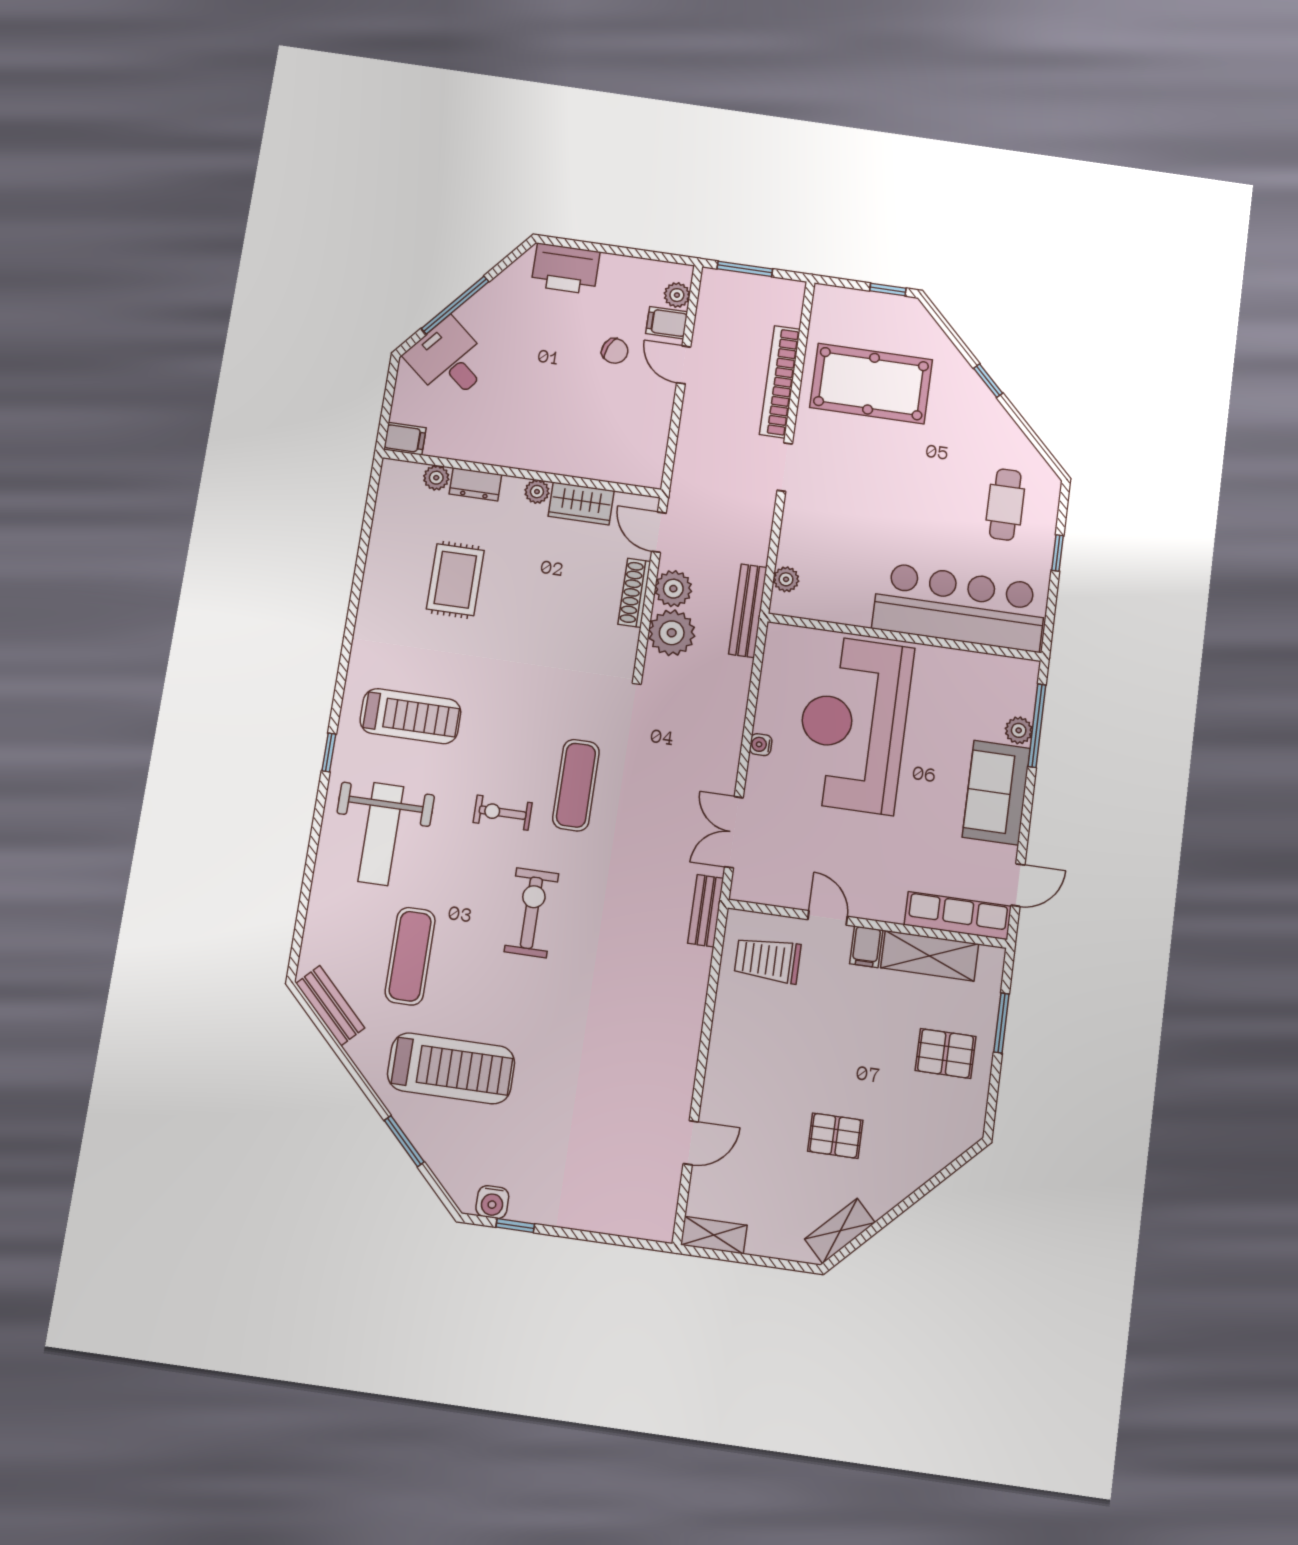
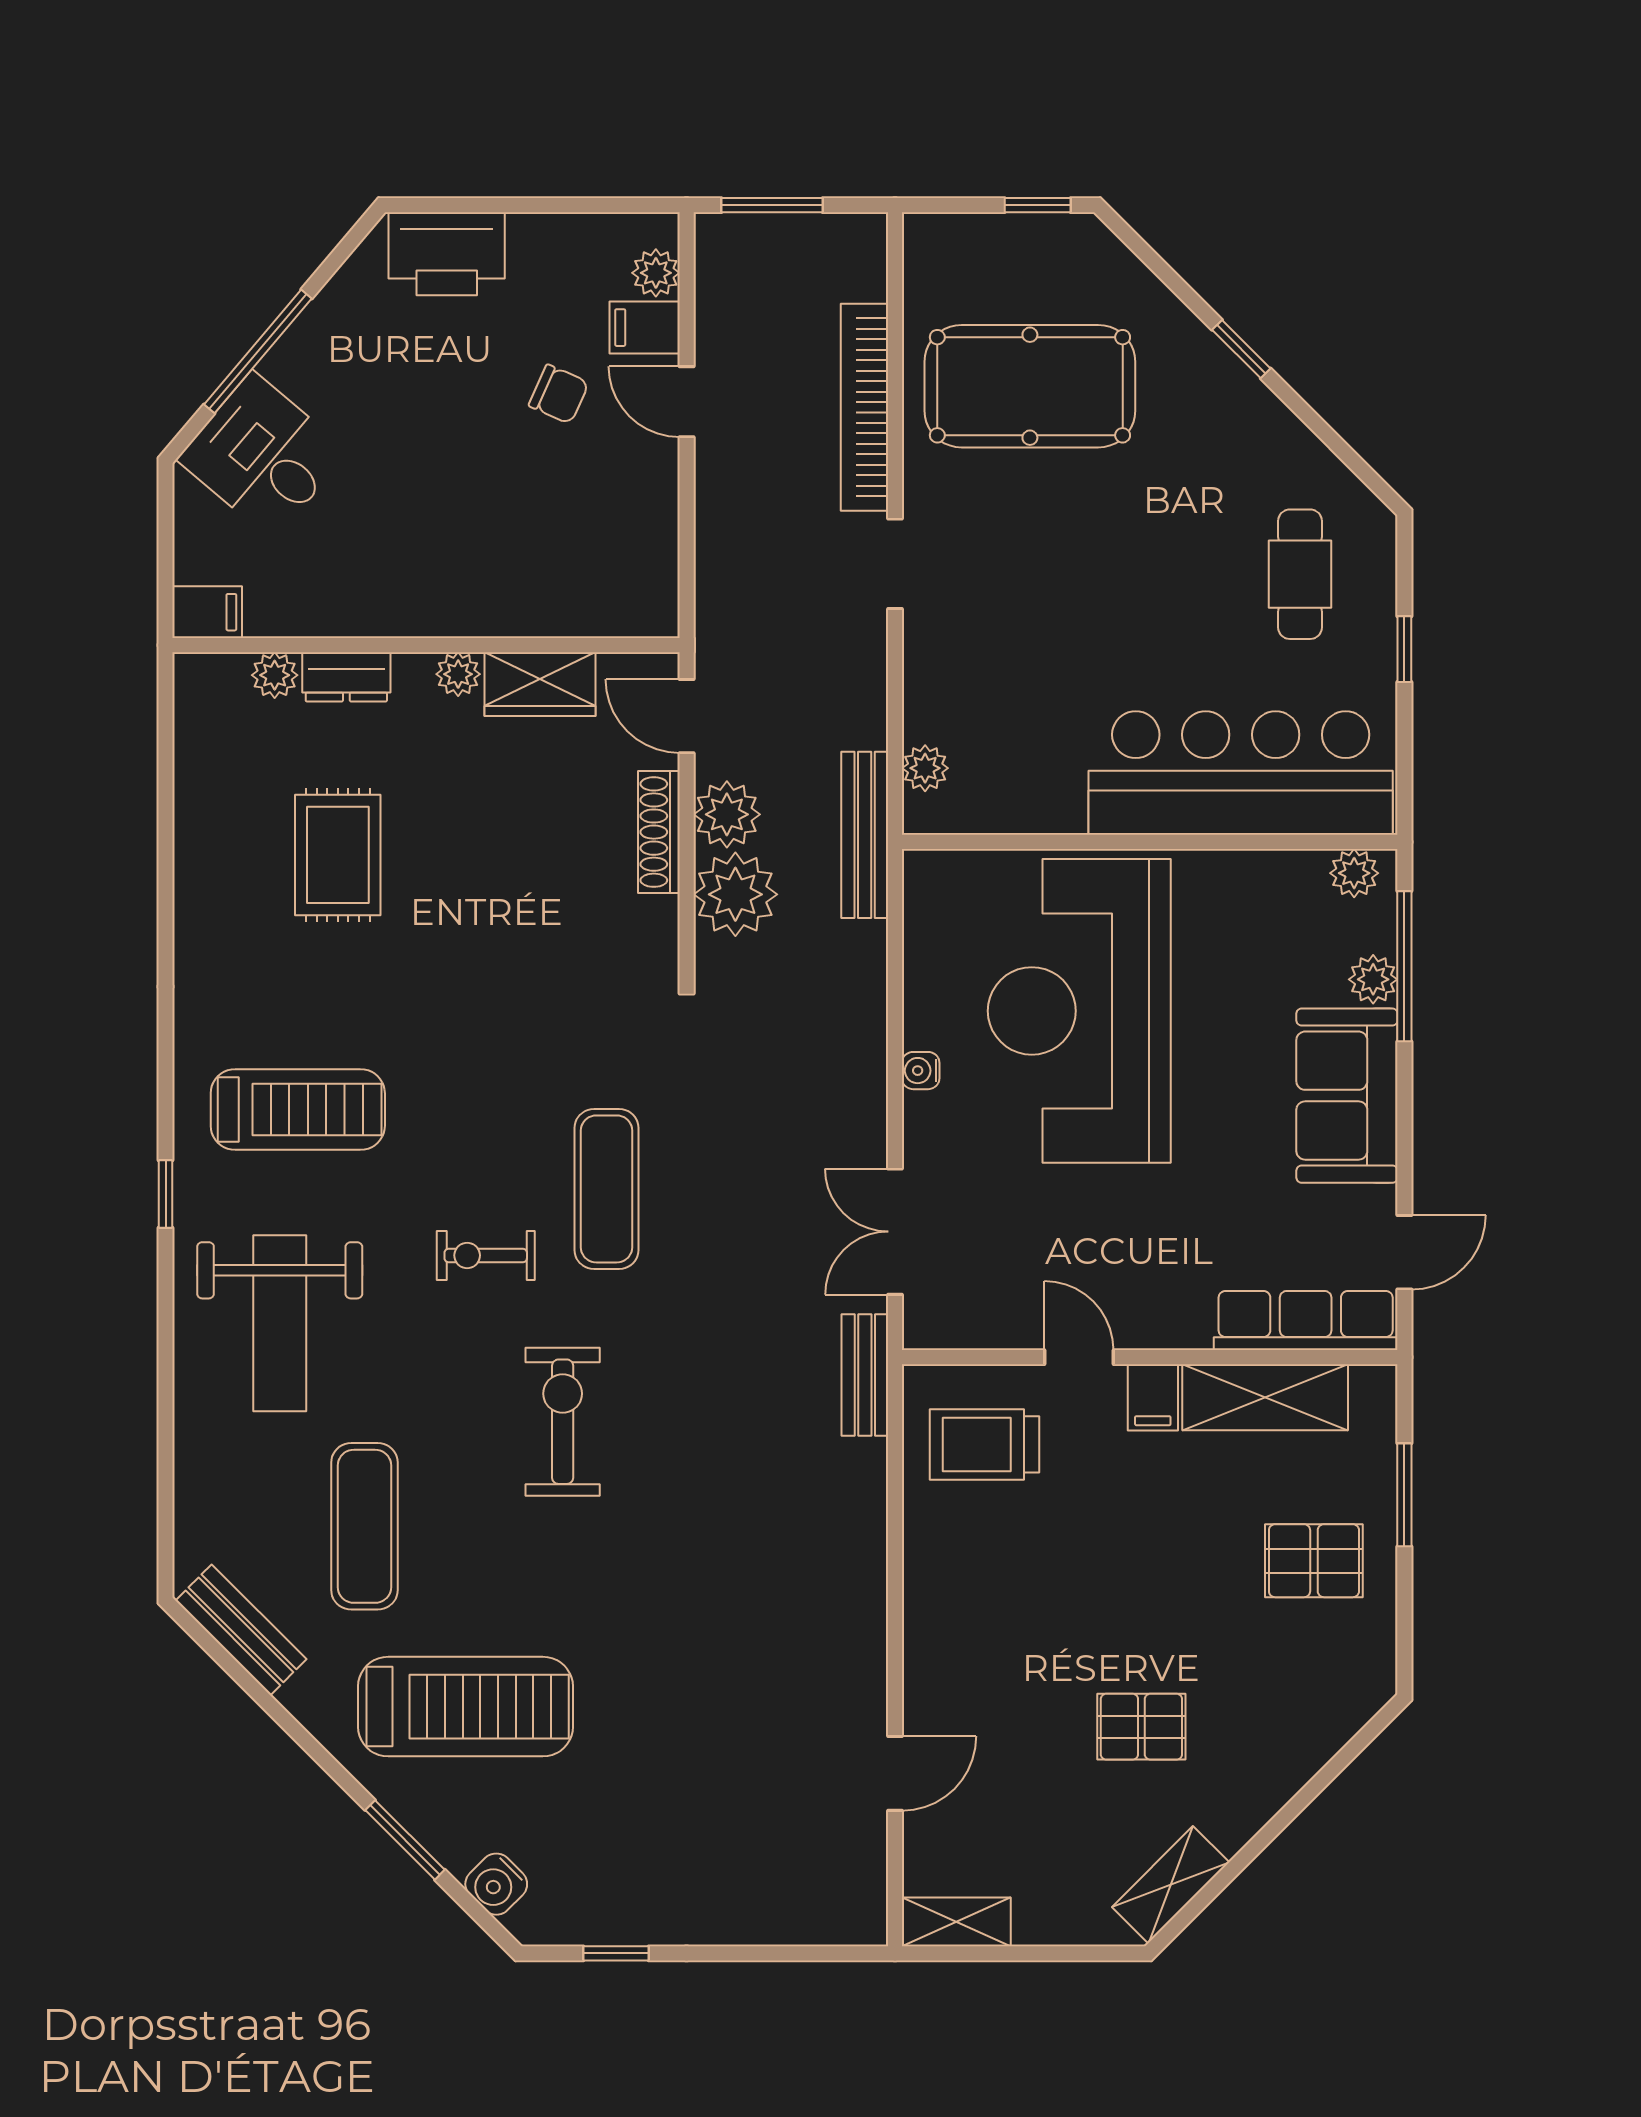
plant: (1015, 671) -> (1354, 873), added
water cooler: (492, 1202) -> (496, 1884), moved, turned 45

